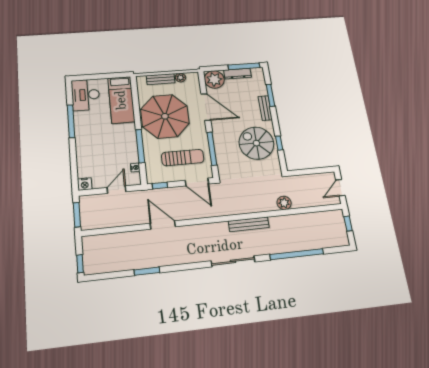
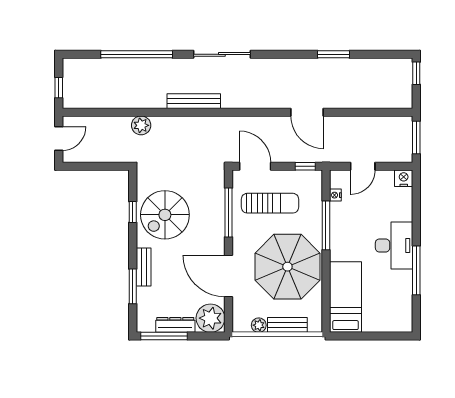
desk: (86, 95) -> (394, 245), moved
spiral stairs: (256, 143) -> (165, 215), turned 90
sun lounger: (183, 158) -> (270, 203), turned 180

